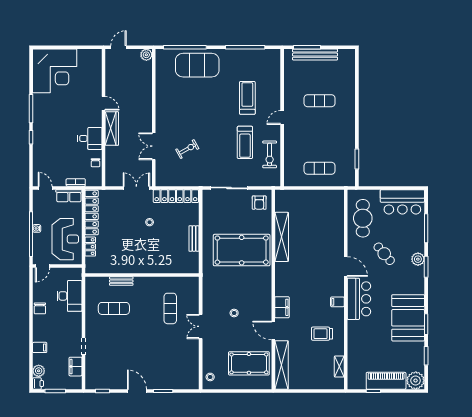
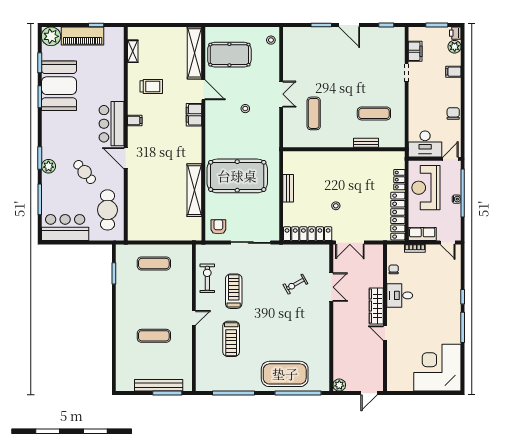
desk: (70, 296) -> (425, 144), moved, turned -90
booth: (408, 318) -> (59, 86), moved

